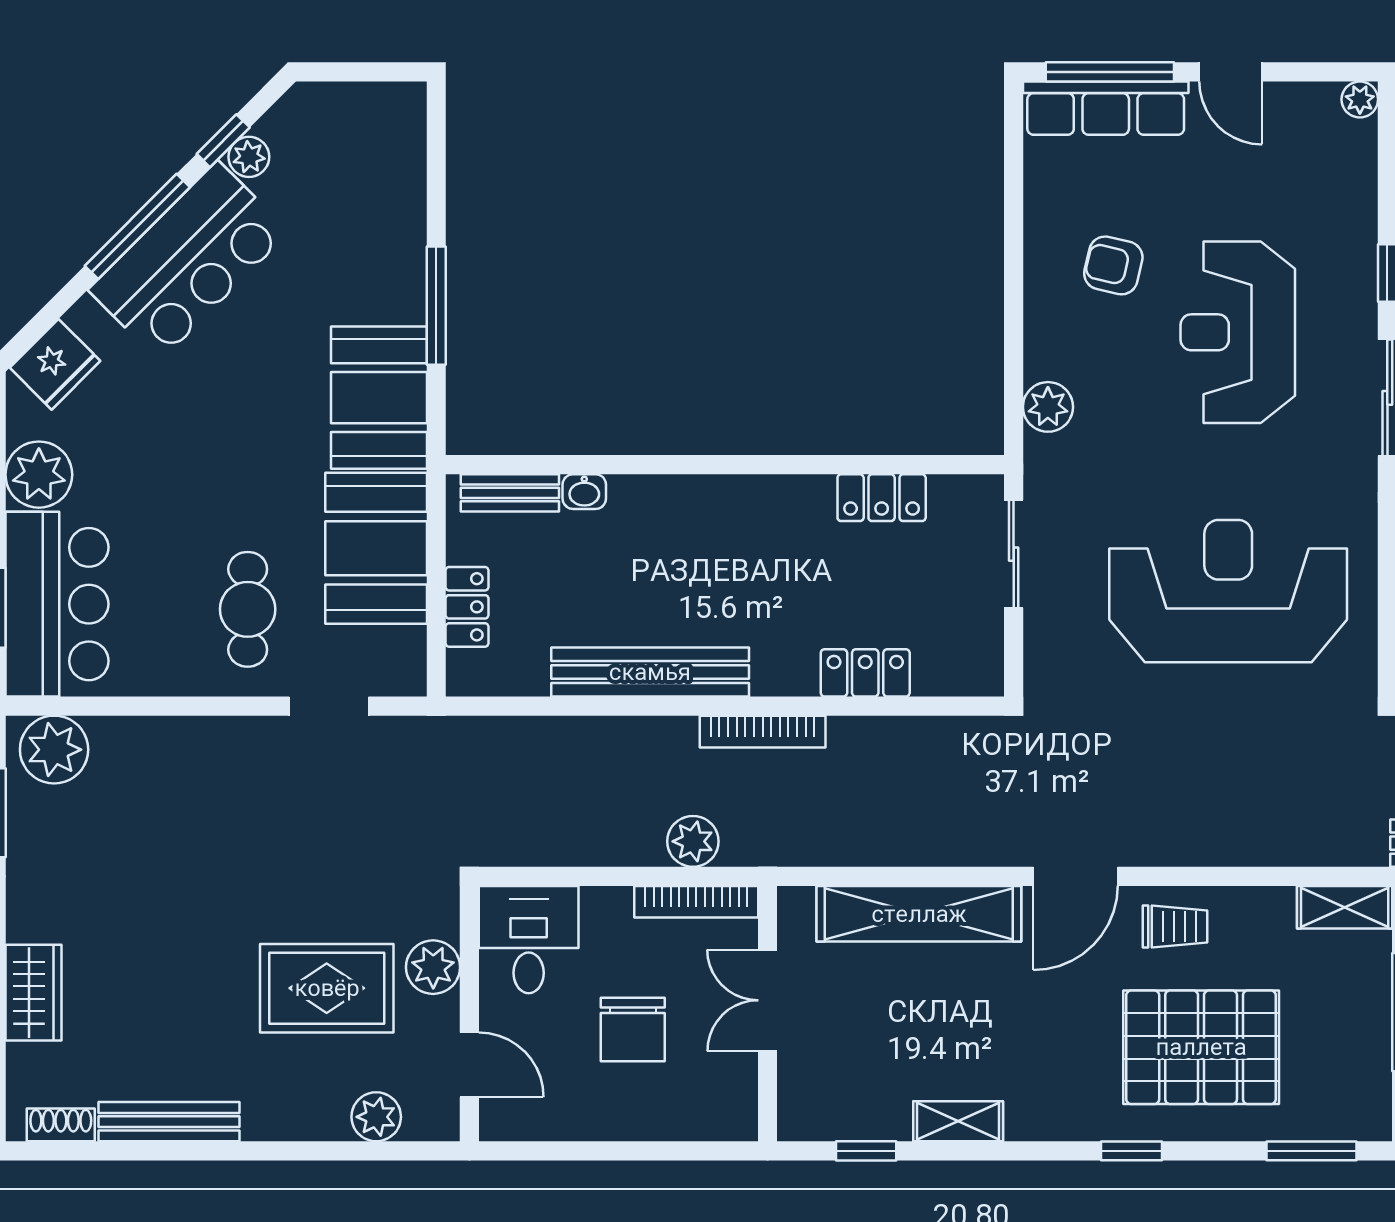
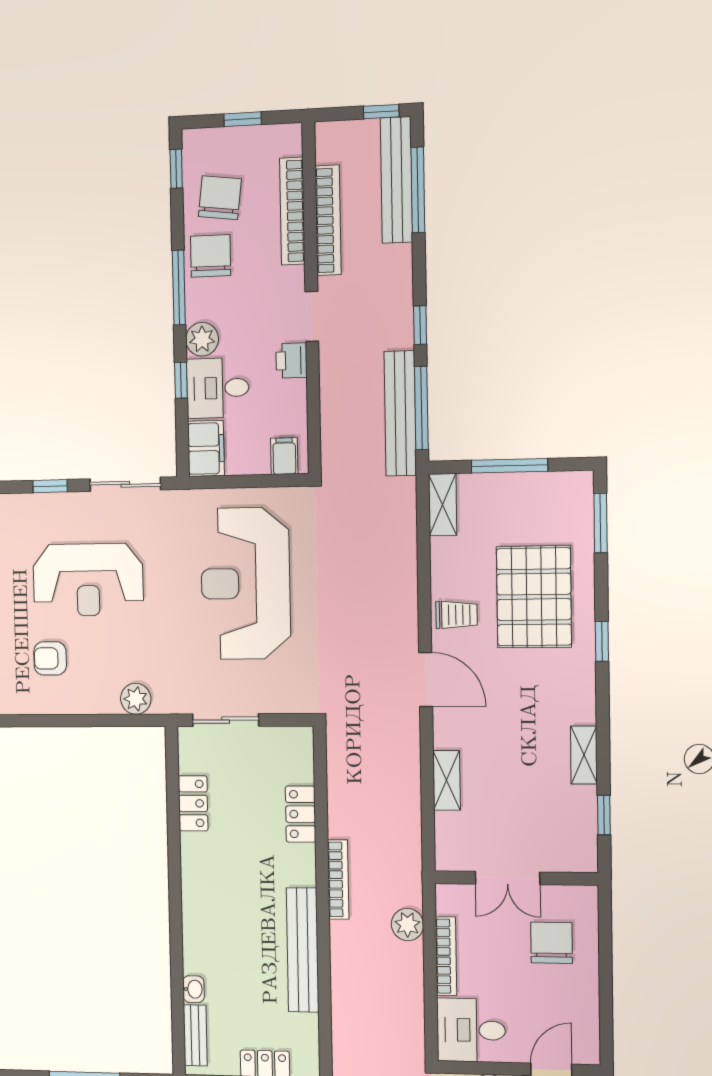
armchair: (1113, 265) -> (50, 658), turned 77
bookcase: (696, 902) -> (446, 956), moved
shelving: (919, 914) -> (447, 780), width x0.45, depth x0.75
trolley: (1175, 927) -> (457, 615), turned 90
chair: (633, 1029) -> (552, 943), moved, turned -90

